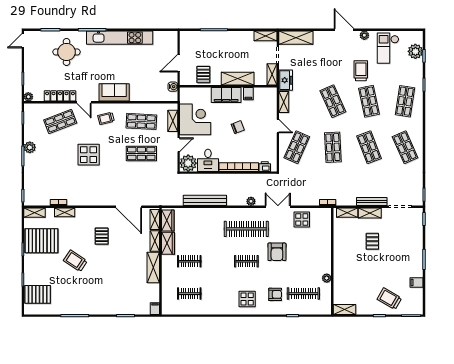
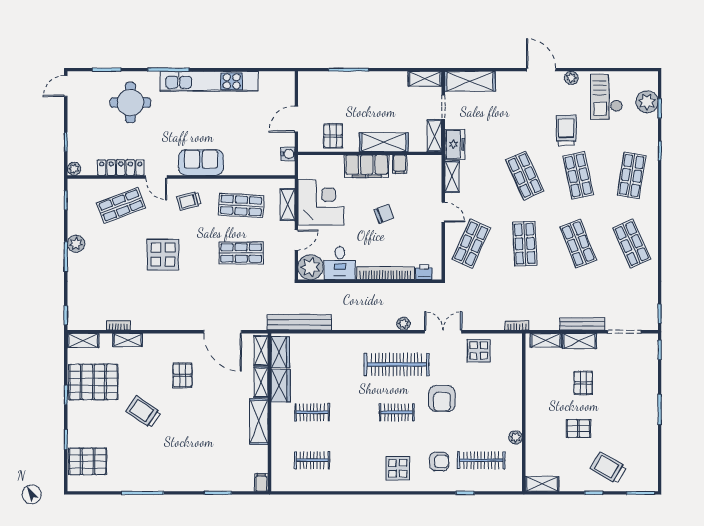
bench: (205, 200) -> (299, 322), moved
pallet: (369, 272) -> (578, 429), added
filing cabinet: (417, 283) -> (649, 444), removed

